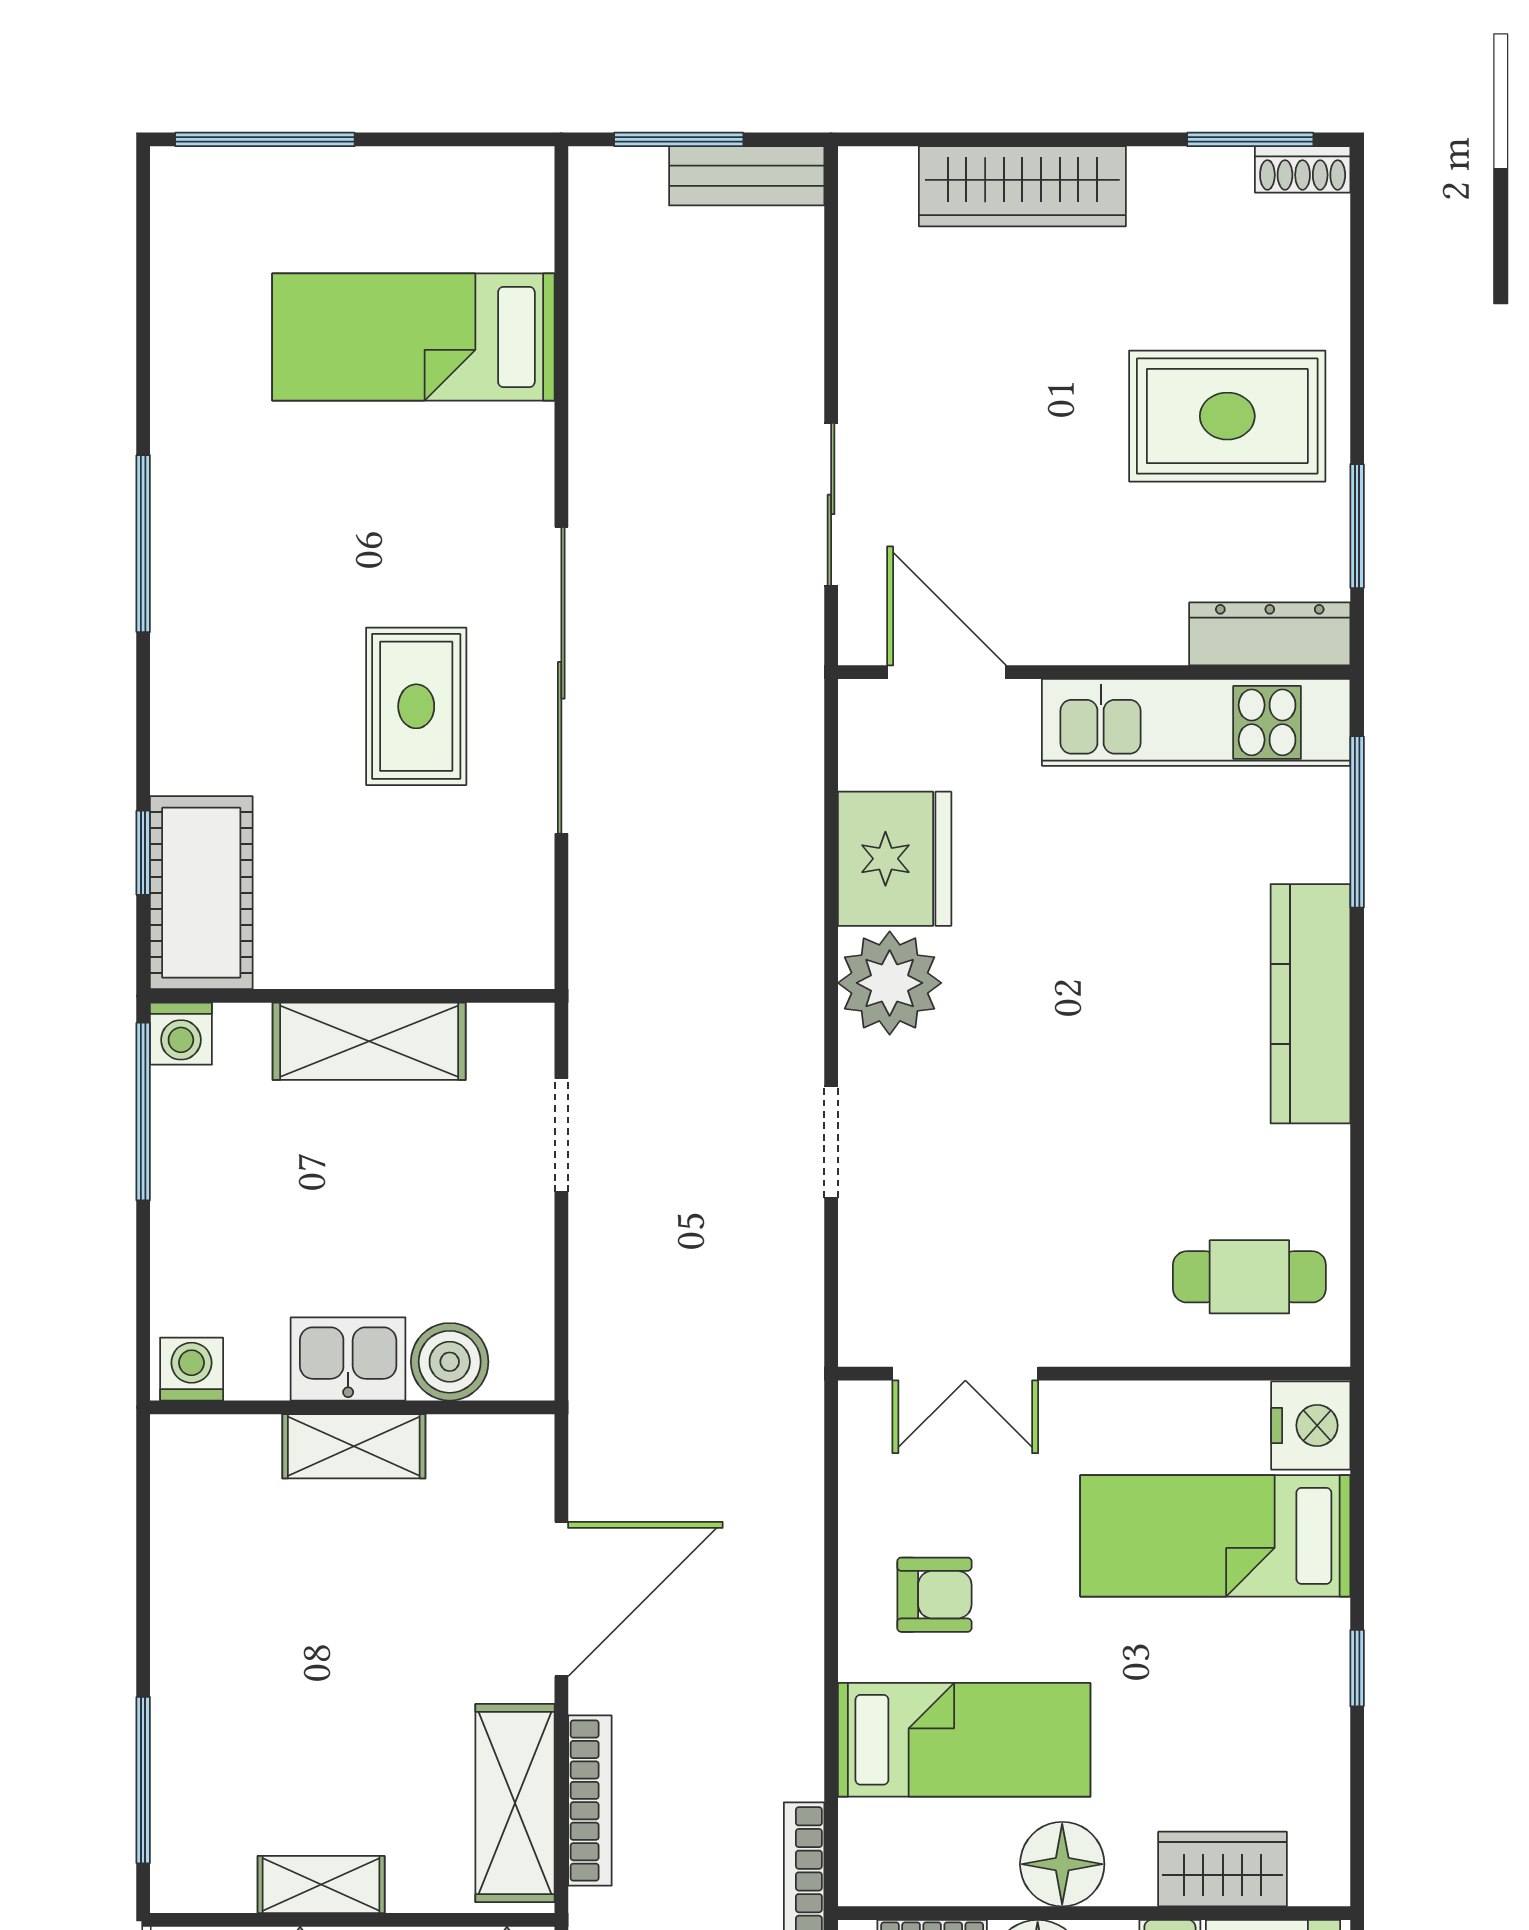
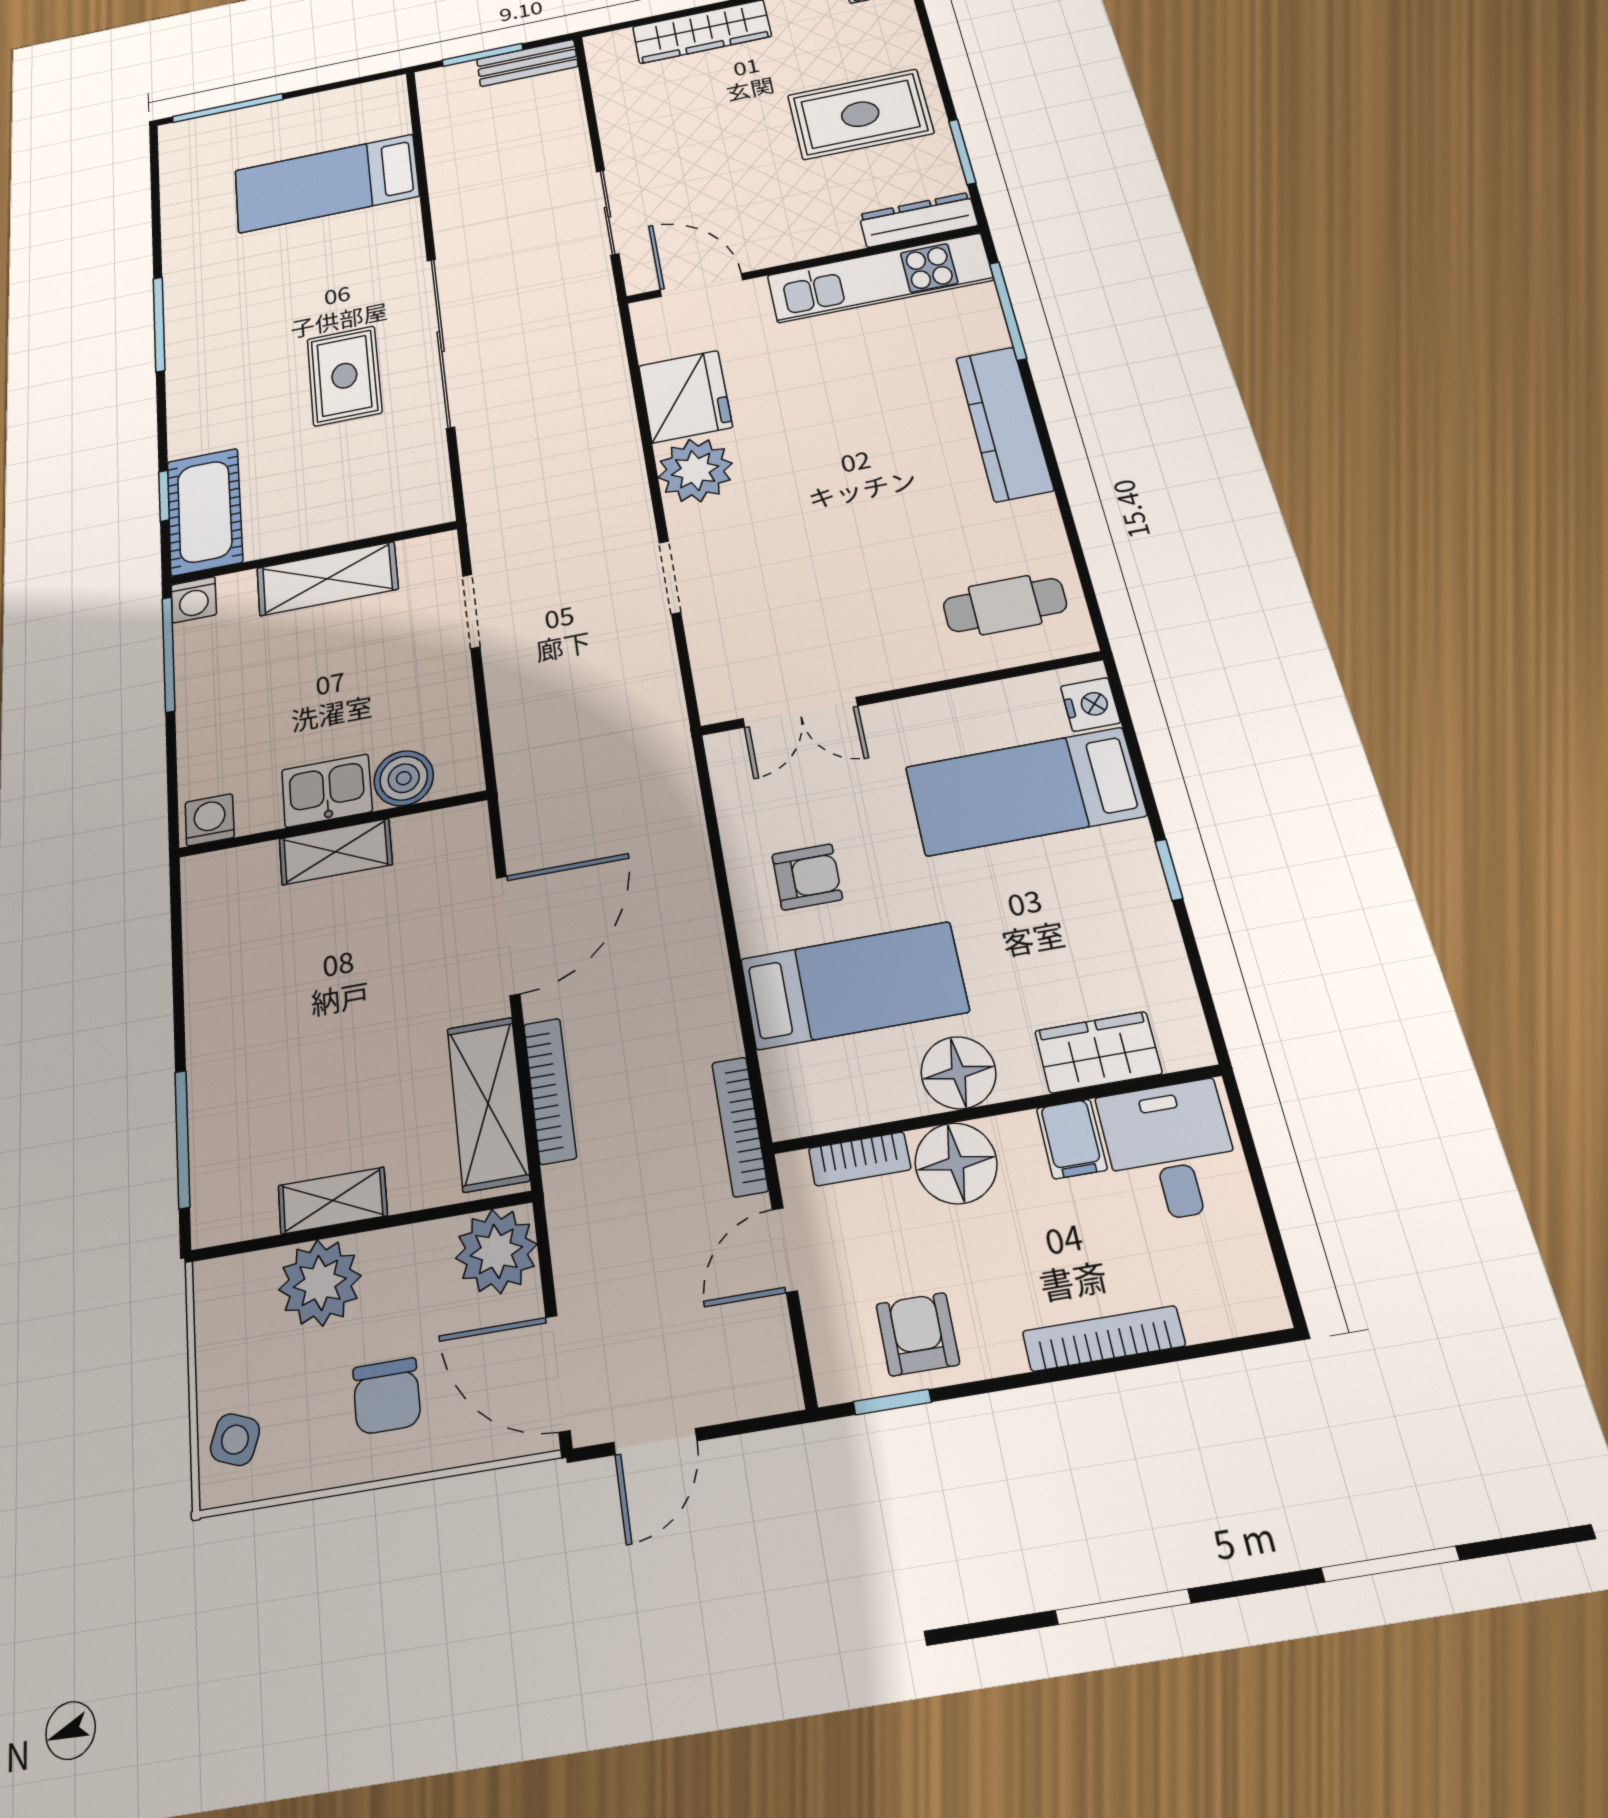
nightstand: (1311, 1426) -> (1090, 704), width x0.74, depth x0.75

